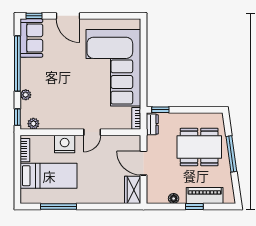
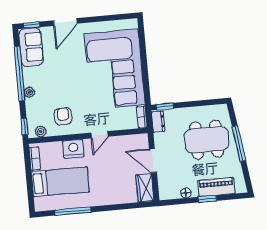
door: (68, 16) -> (65, 22), hinge flipped
plant: (26, 95) -> (29, 92), moved
armchair: (57, 110) -> (63, 116), added

